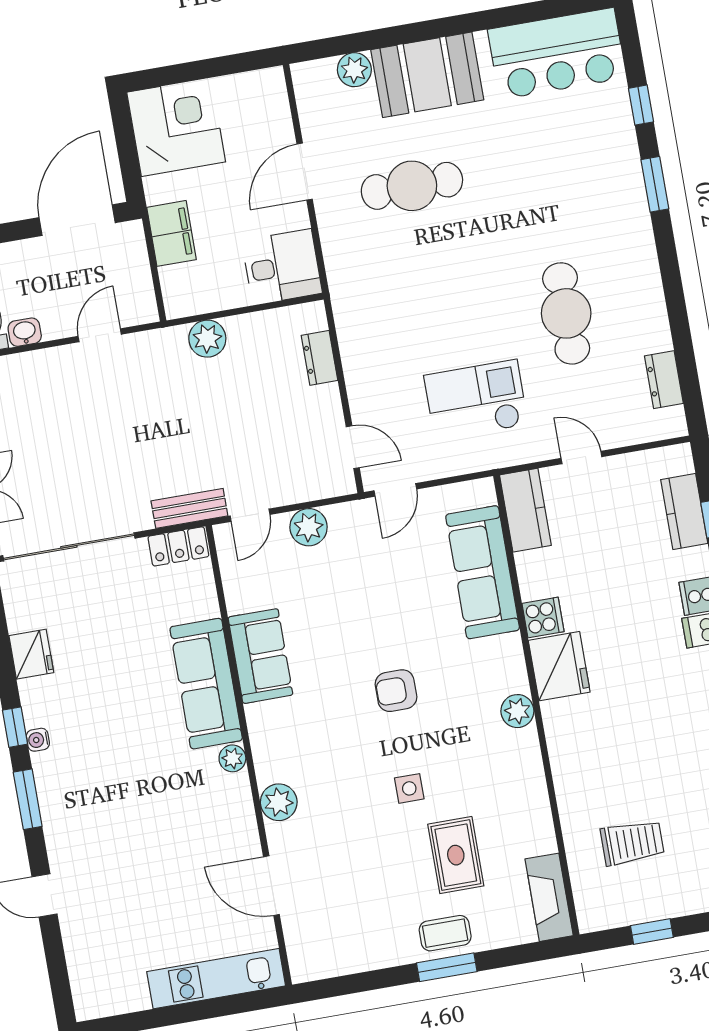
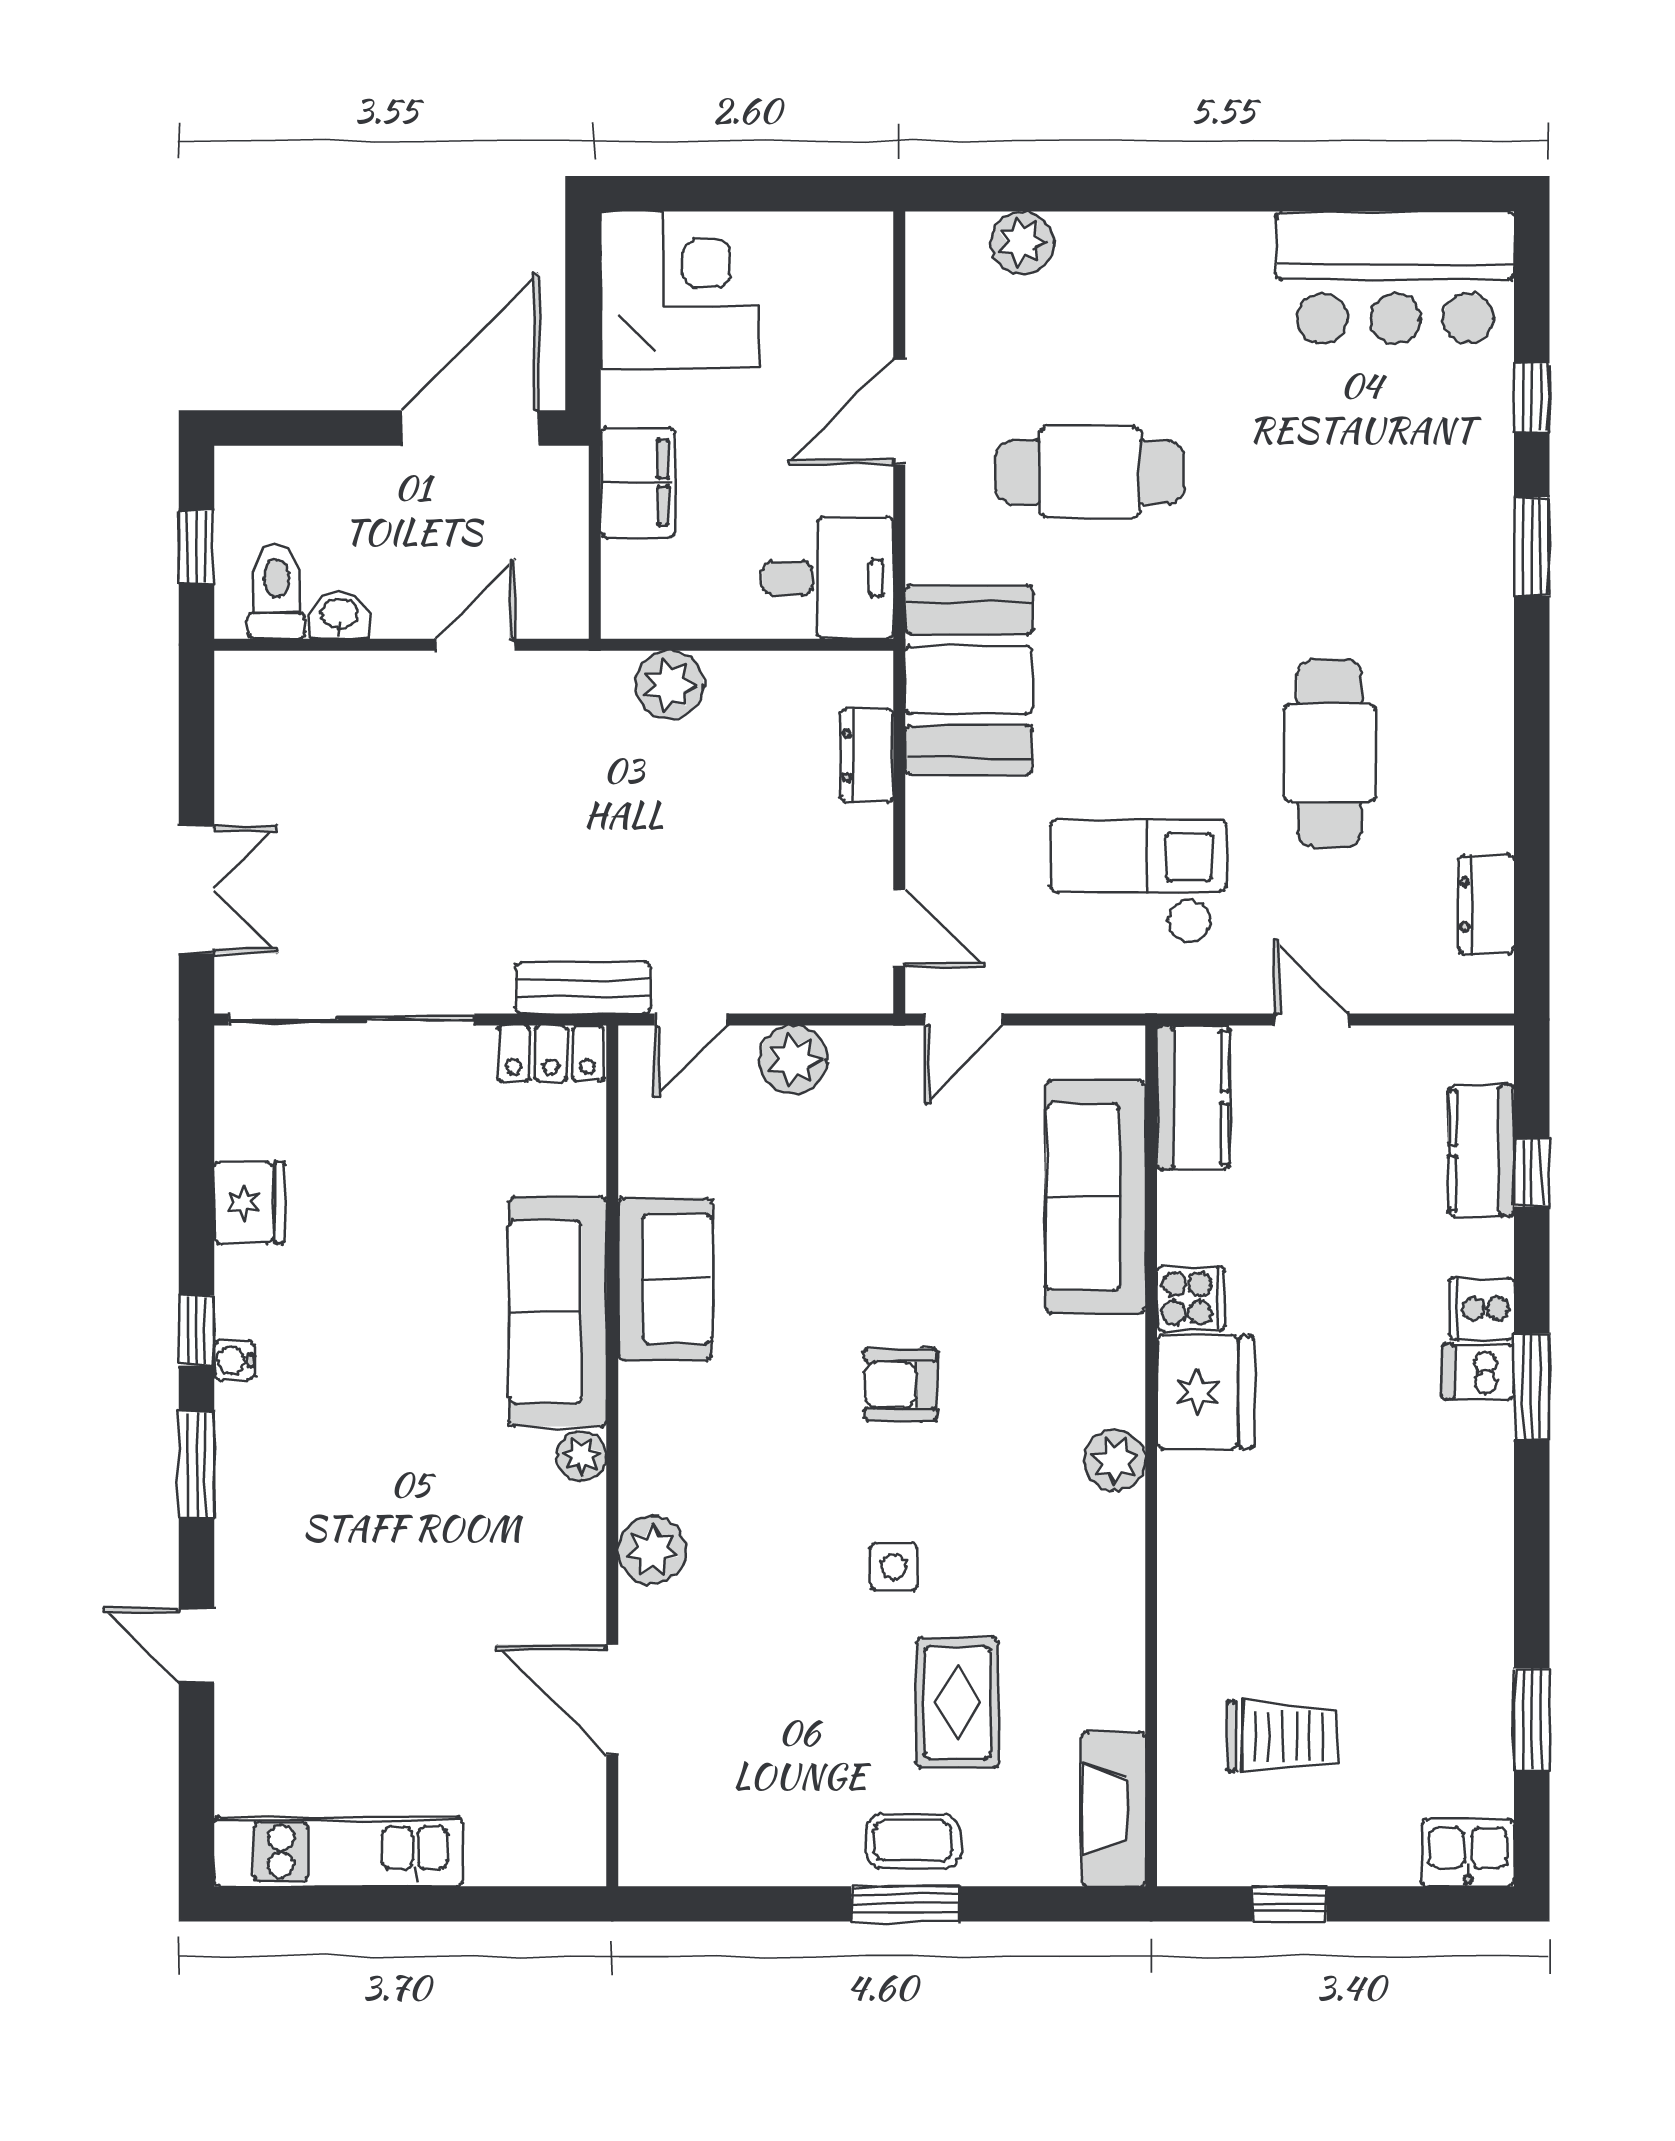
booth: (427, 75) -> (969, 680), moved, turned 90
kitchen unit: (216, 979) -> (338, 1851), moved

